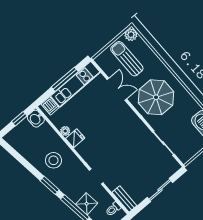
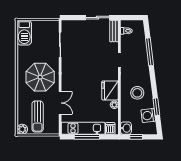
double door: (117, 89) -> (60, 103), swing flipped
fridge: (75, 138) -> (110, 90), width x1.88, depth x1.34
washing machine: (25, 148) -> (148, 116), added
window: (50, 185) -> (156, 107), moved
sliding door: (160, 190) -> (98, 18), moved
shower: (87, 204) -> (140, 48), removed

